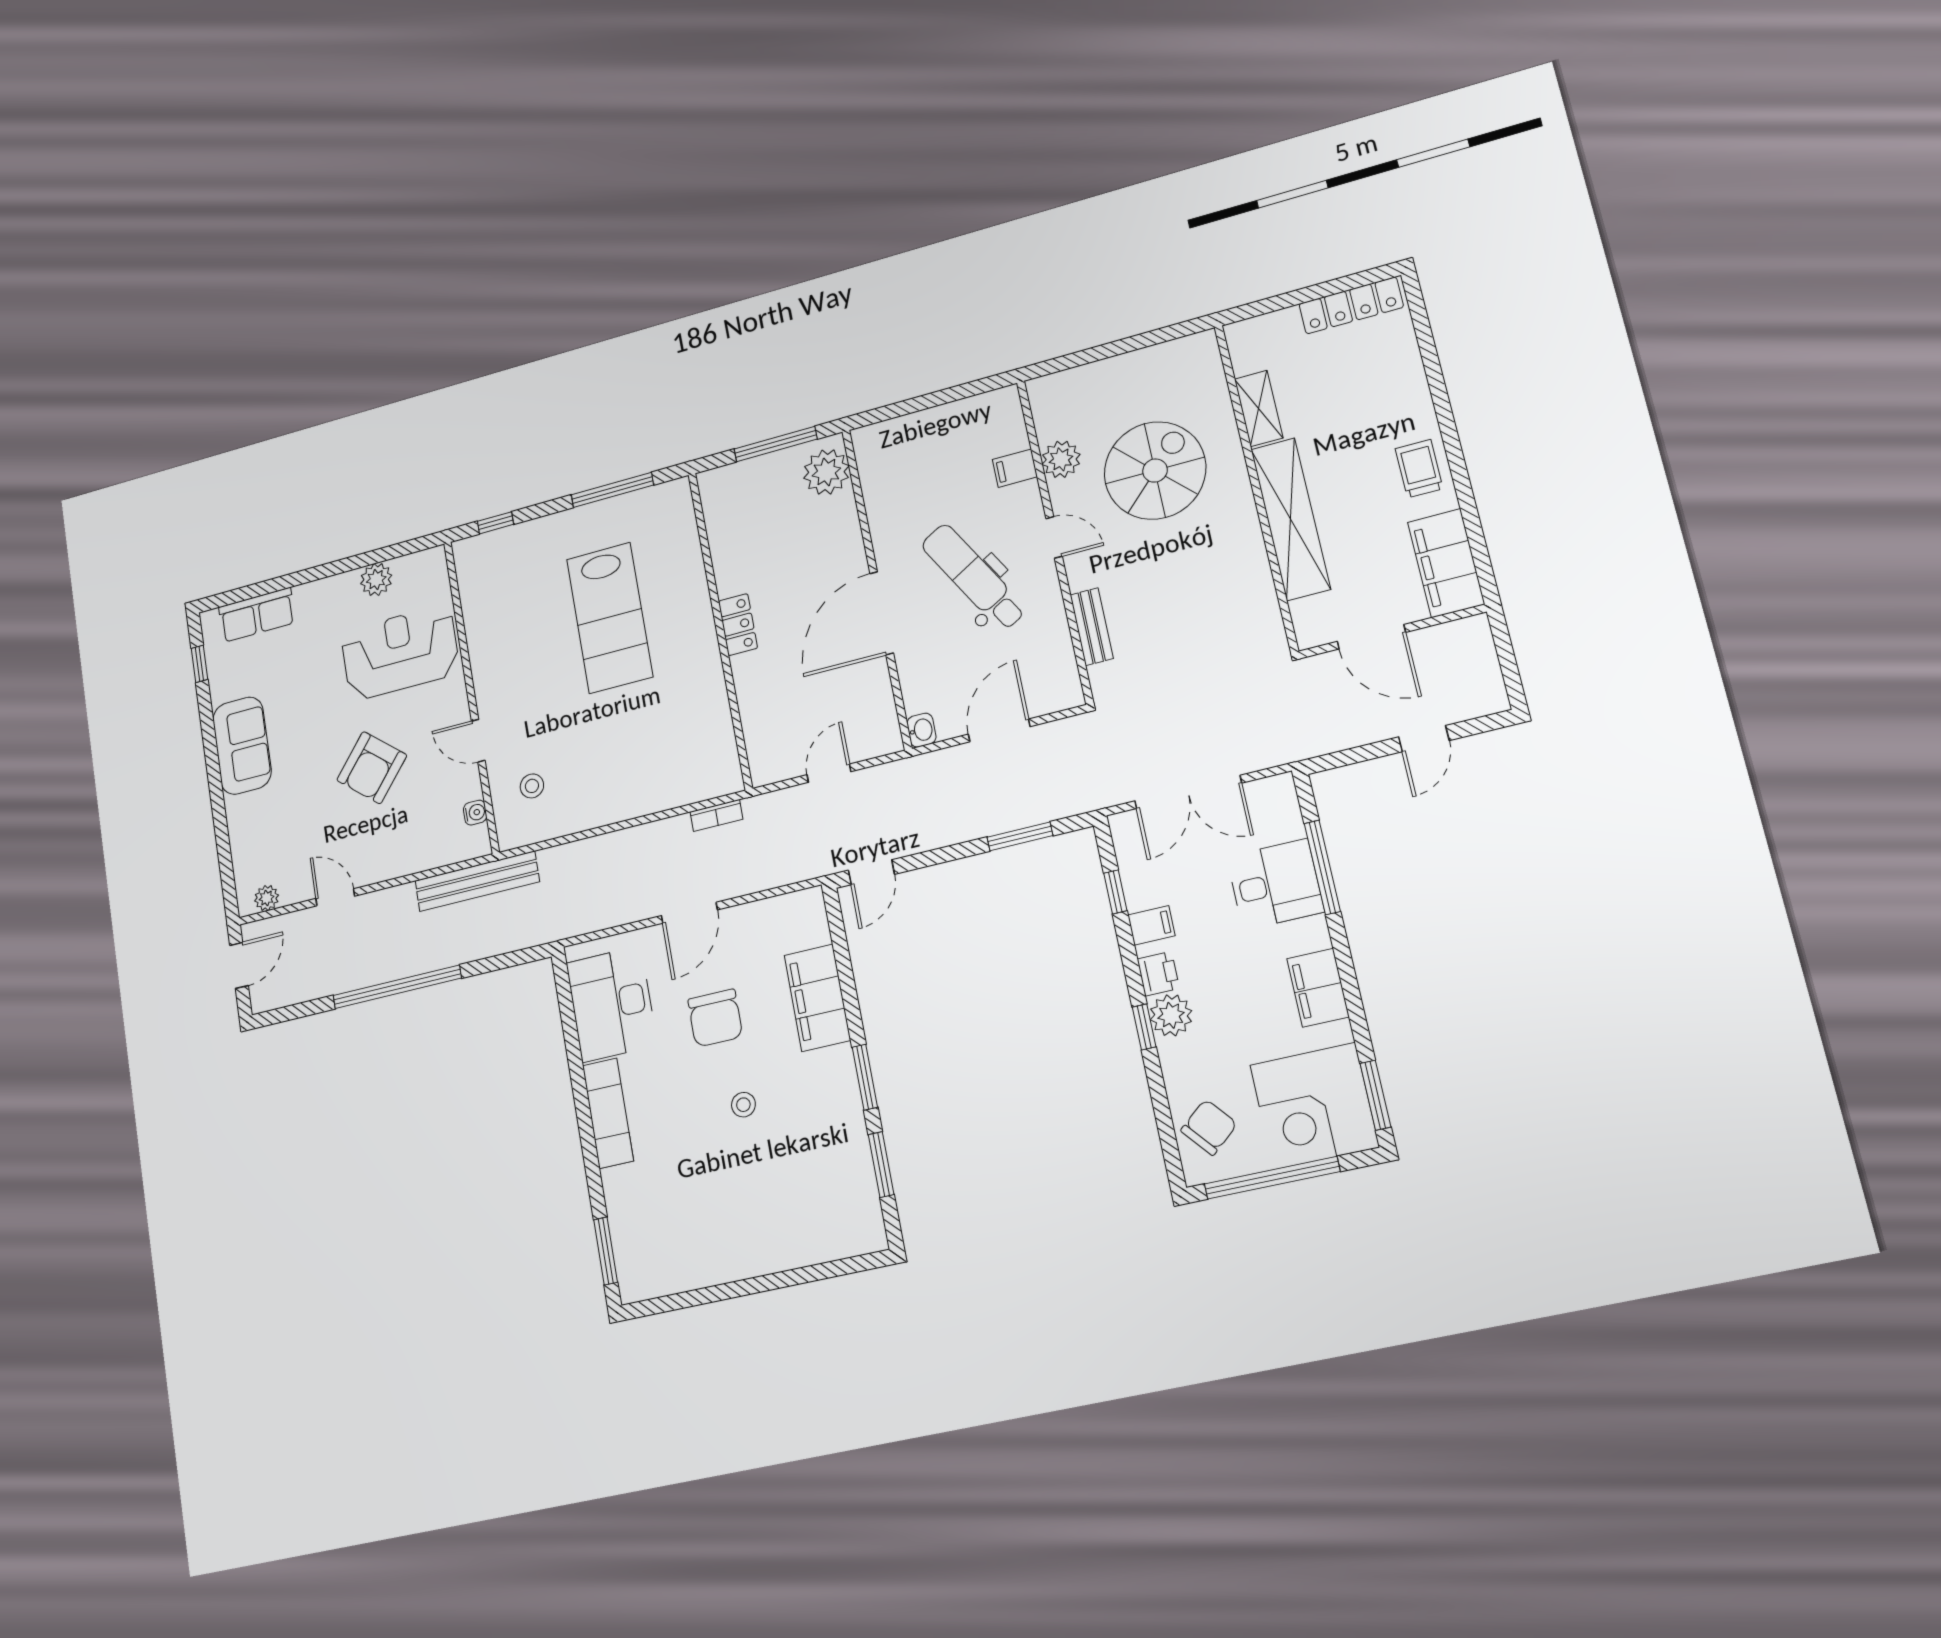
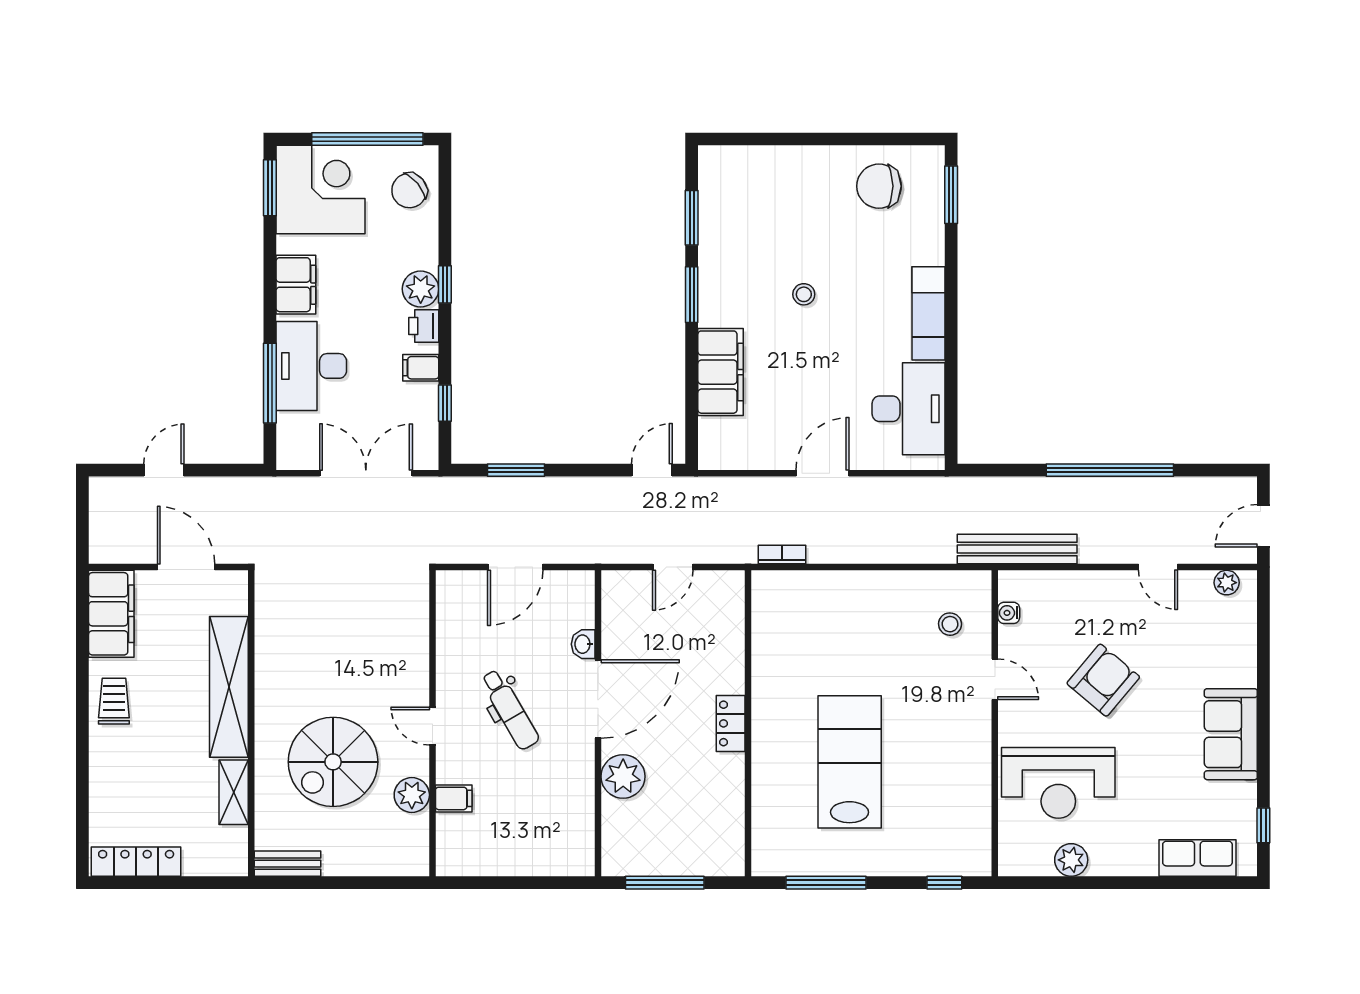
trolley: (1419, 469) -> (114, 701), turned 180
plant: (826, 472) -> (623, 776), moved
dental chair: (974, 577) -> (510, 710), width x0.73, depth x0.72
bench: (1092, 627) -> (287, 864), moved, turned 90
washbasin: (921, 730) -> (583, 644), moved
desk: (1275, 884) -> (311, 366), width x1.37
chair: (715, 1018) -> (879, 186), moved, turned -90

